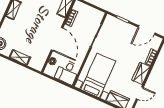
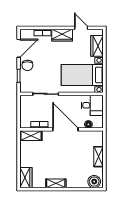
door: (147, 30) -> (19, 48), hinge flipped
chair: (128, 31) -> (27, 65), added
door: (57, 39) -> (65, 129), hinge flipped

